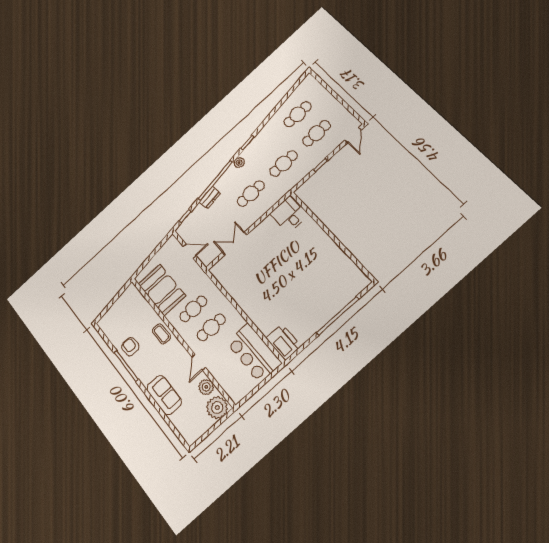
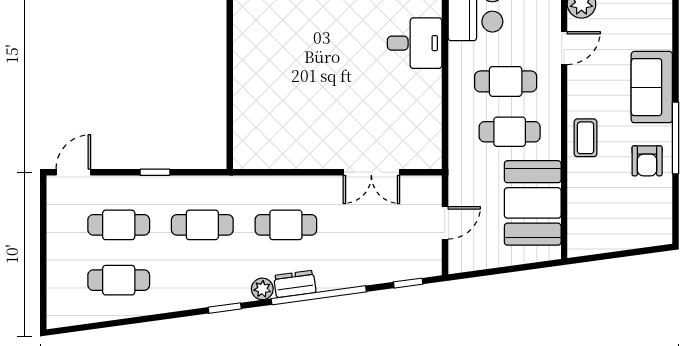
dresser: (210, 197) -> (295, 284), moved
desk: (289, 215) -> (415, 43), moved, turned -90
door: (190, 251) -> (445, 223), swing flipped
sofa: (164, 395) -> (652, 87), moved

